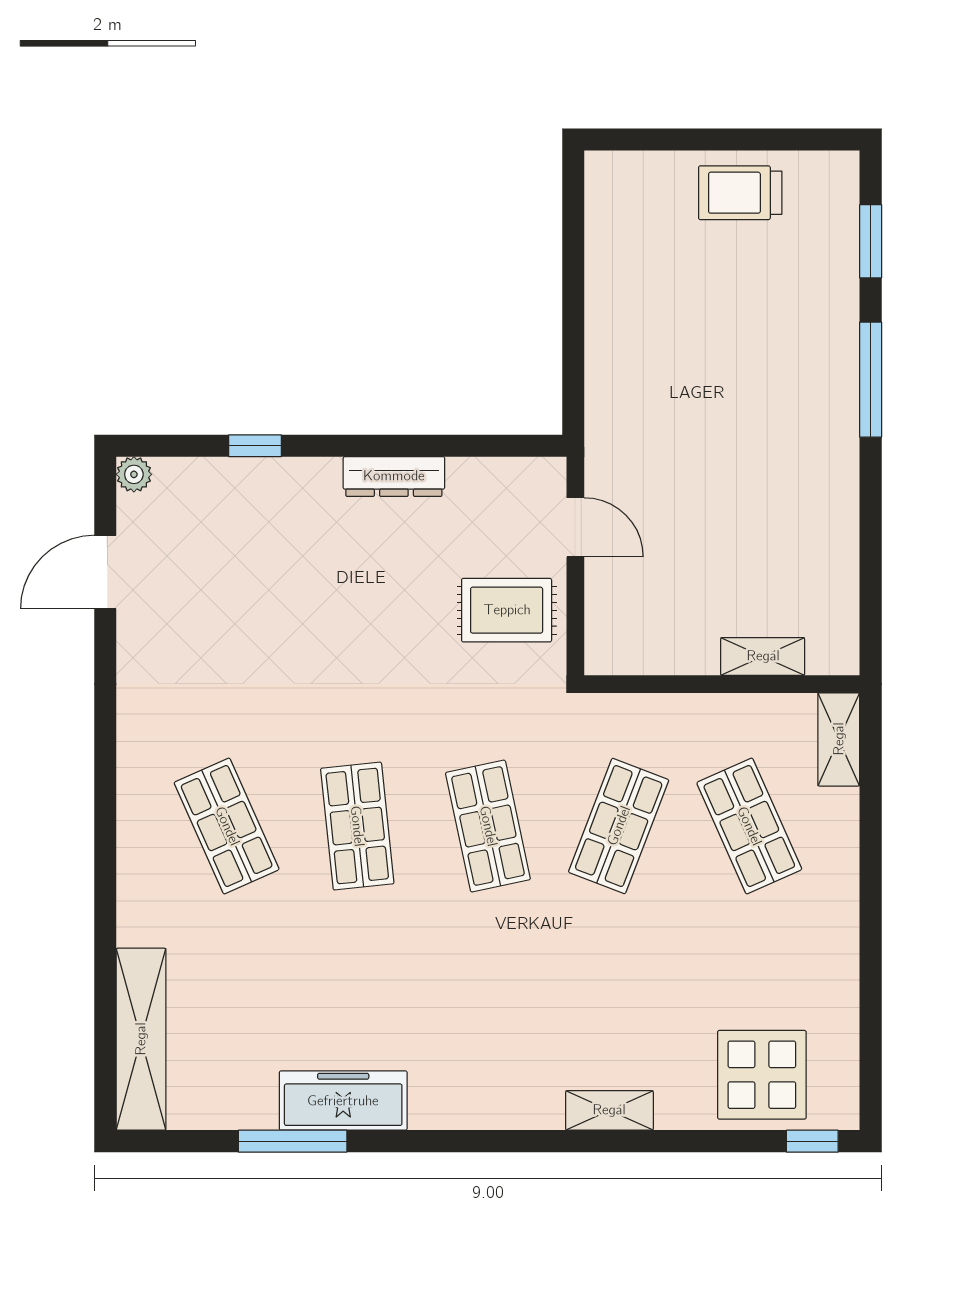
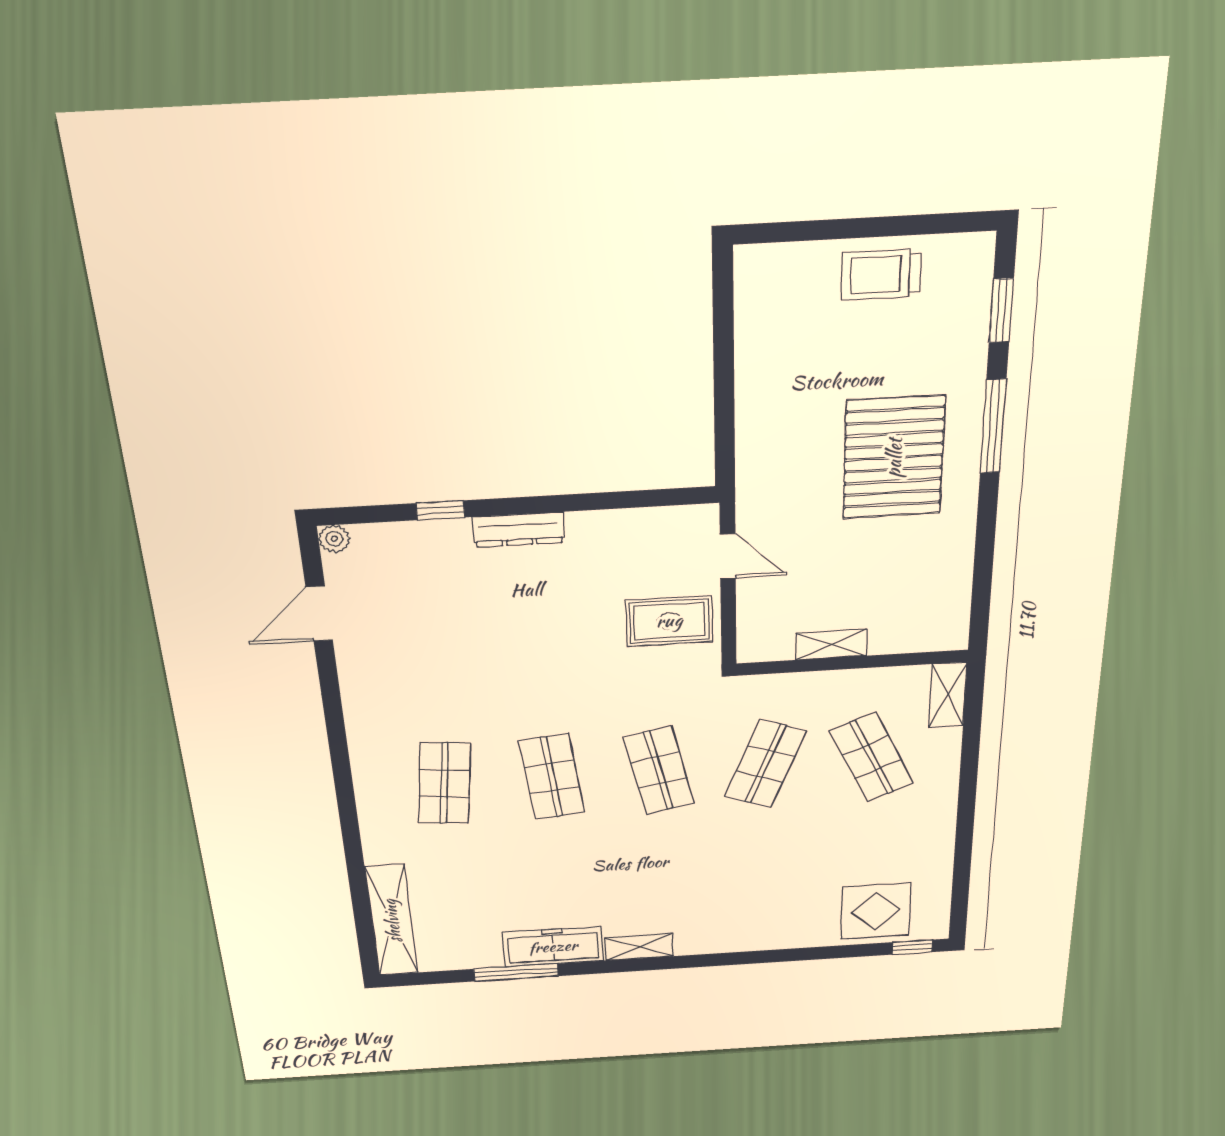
pallet: (761, 412) -> (894, 458), added
dresser: (394, 476) -> (519, 530), moved
shelving: (763, 656) -> (831, 645), moved
shop shelf: (227, 826) -> (444, 783), turned 30
shelving: (609, 1110) -> (639, 947), moved

